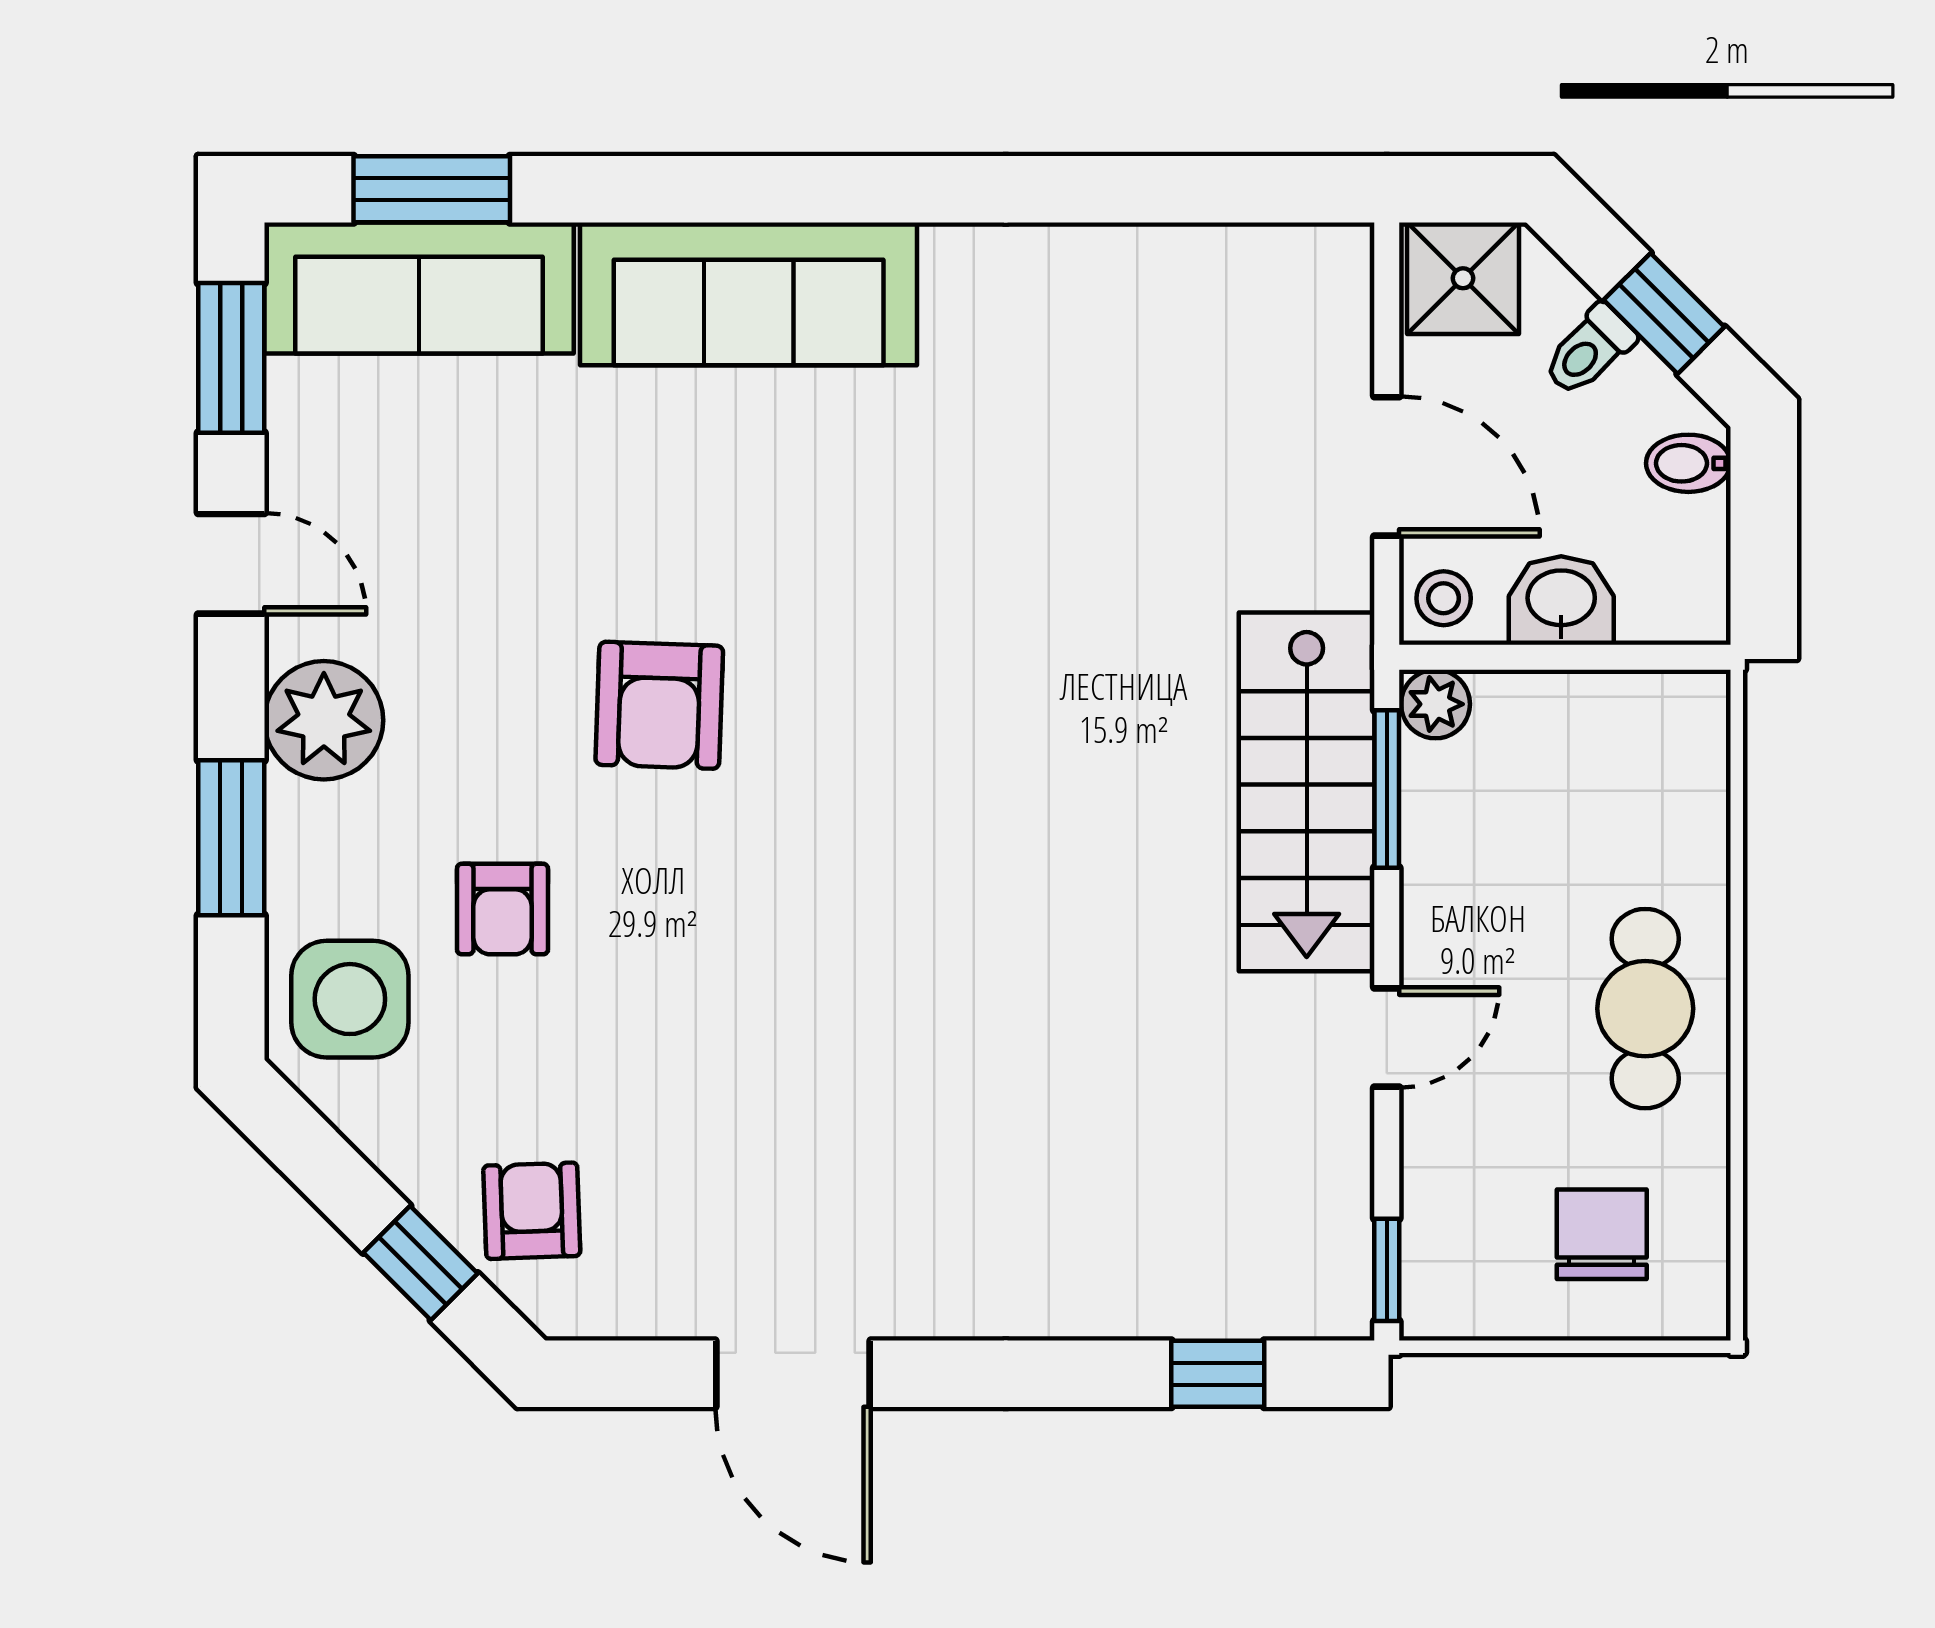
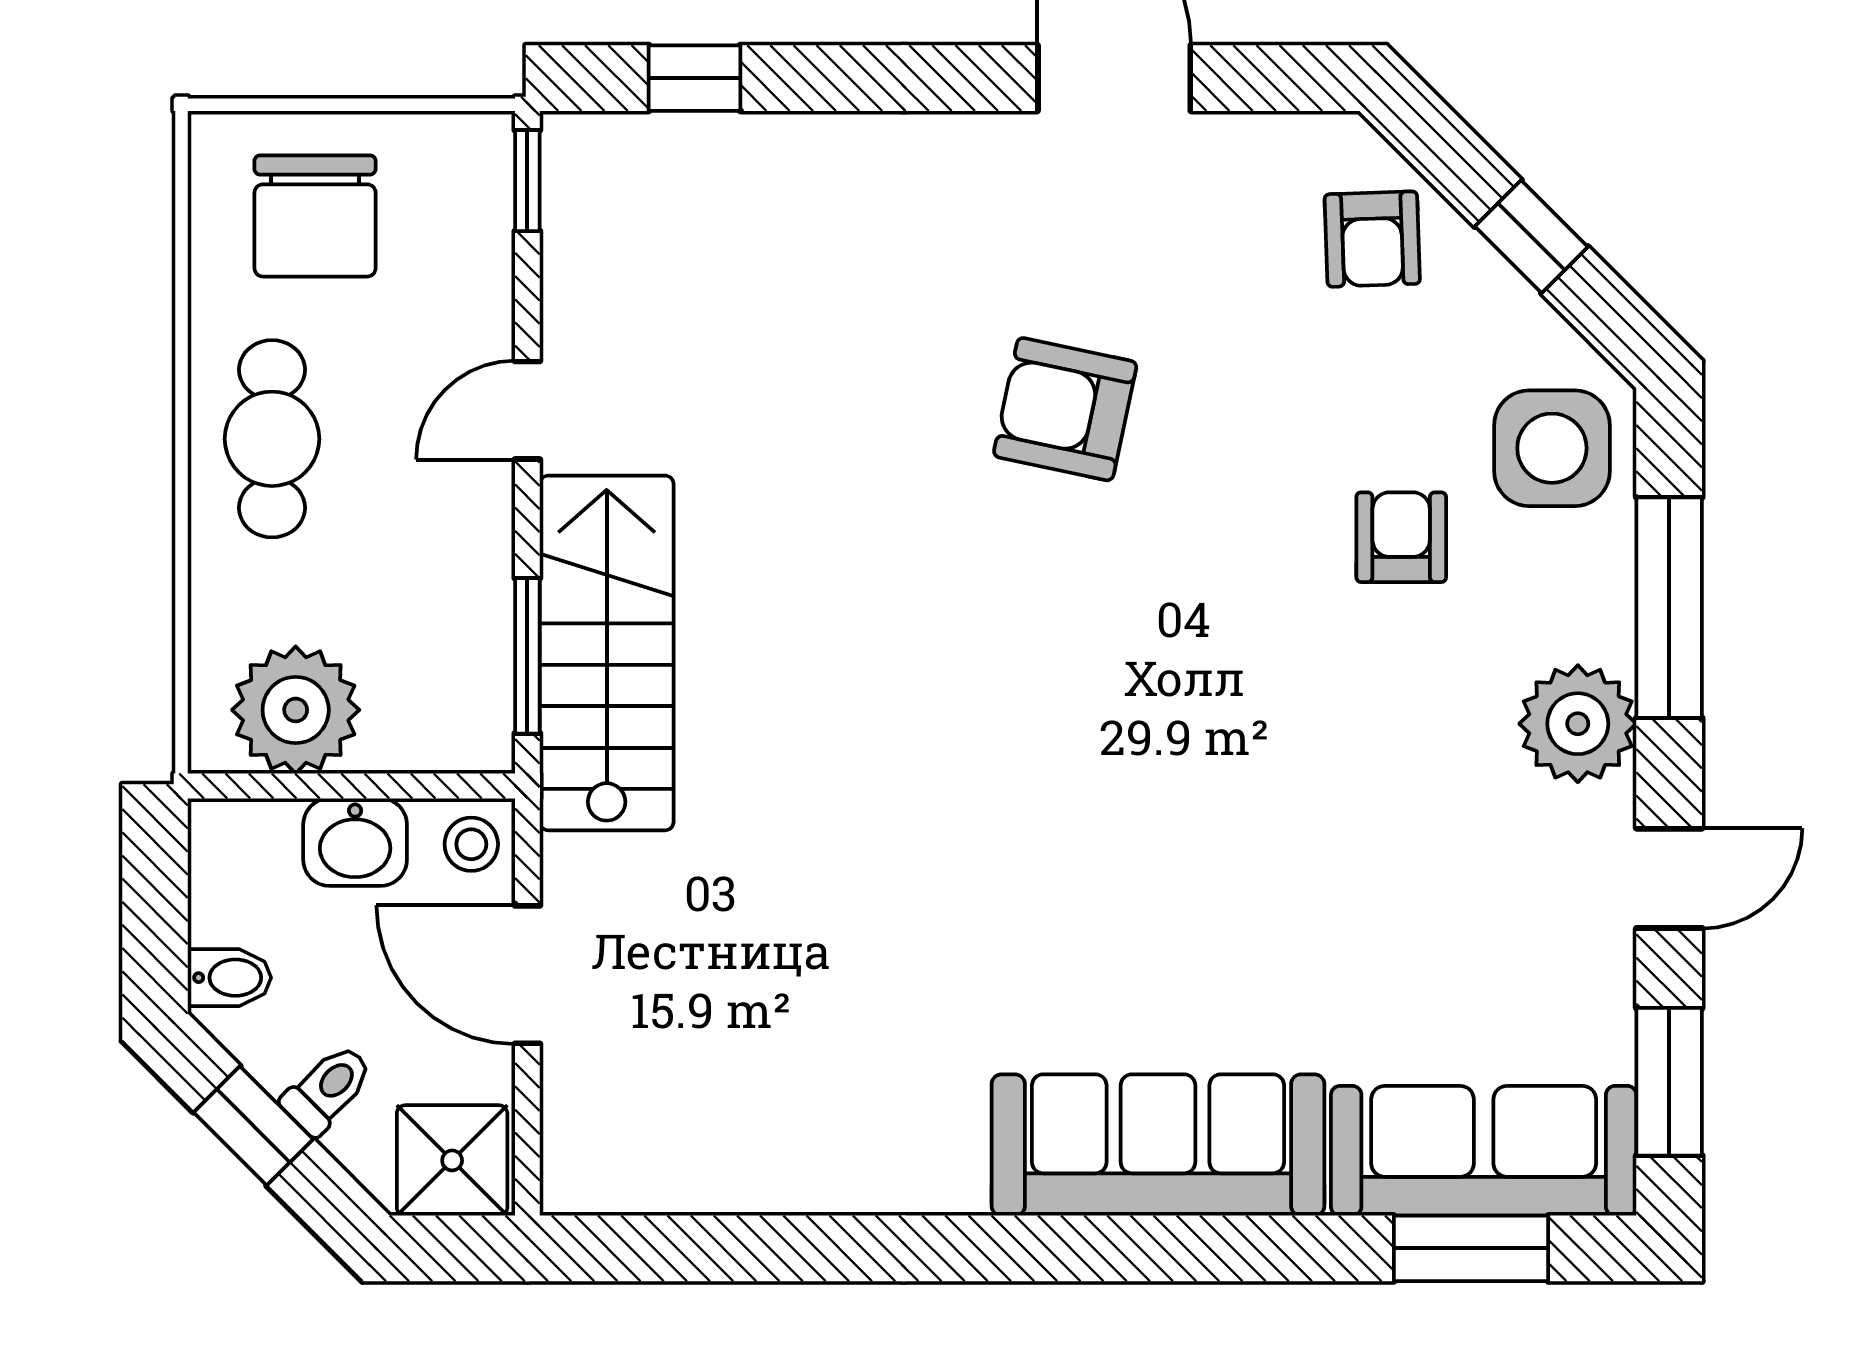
door: (231, 564) -> (1669, 878), swing flipped
plant: (1435, 704) -> (296, 710), moved, width x1.87, depth x1.87
armchair: (659, 705) -> (1065, 409), moved, turned -80
window: (231, 838) -> (1669, 608), width x1.44
chair: (1602, 1234) -> (315, 216), width x1.37, depth x1.37
window: (420, 1263) -> (1531, 237), moved

